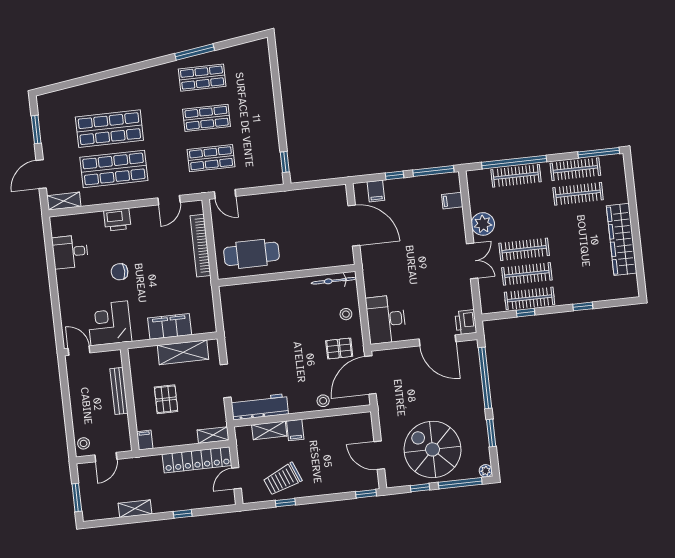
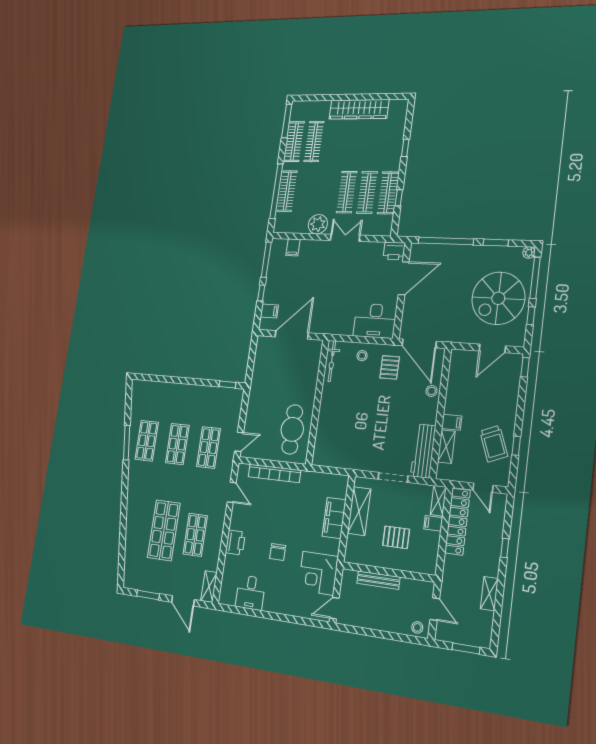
shop shelf: (114, 169) -> (195, 535), width x0.70, depth x0.74
filing cabinet: (145, 440) -> (433, 523), moved

